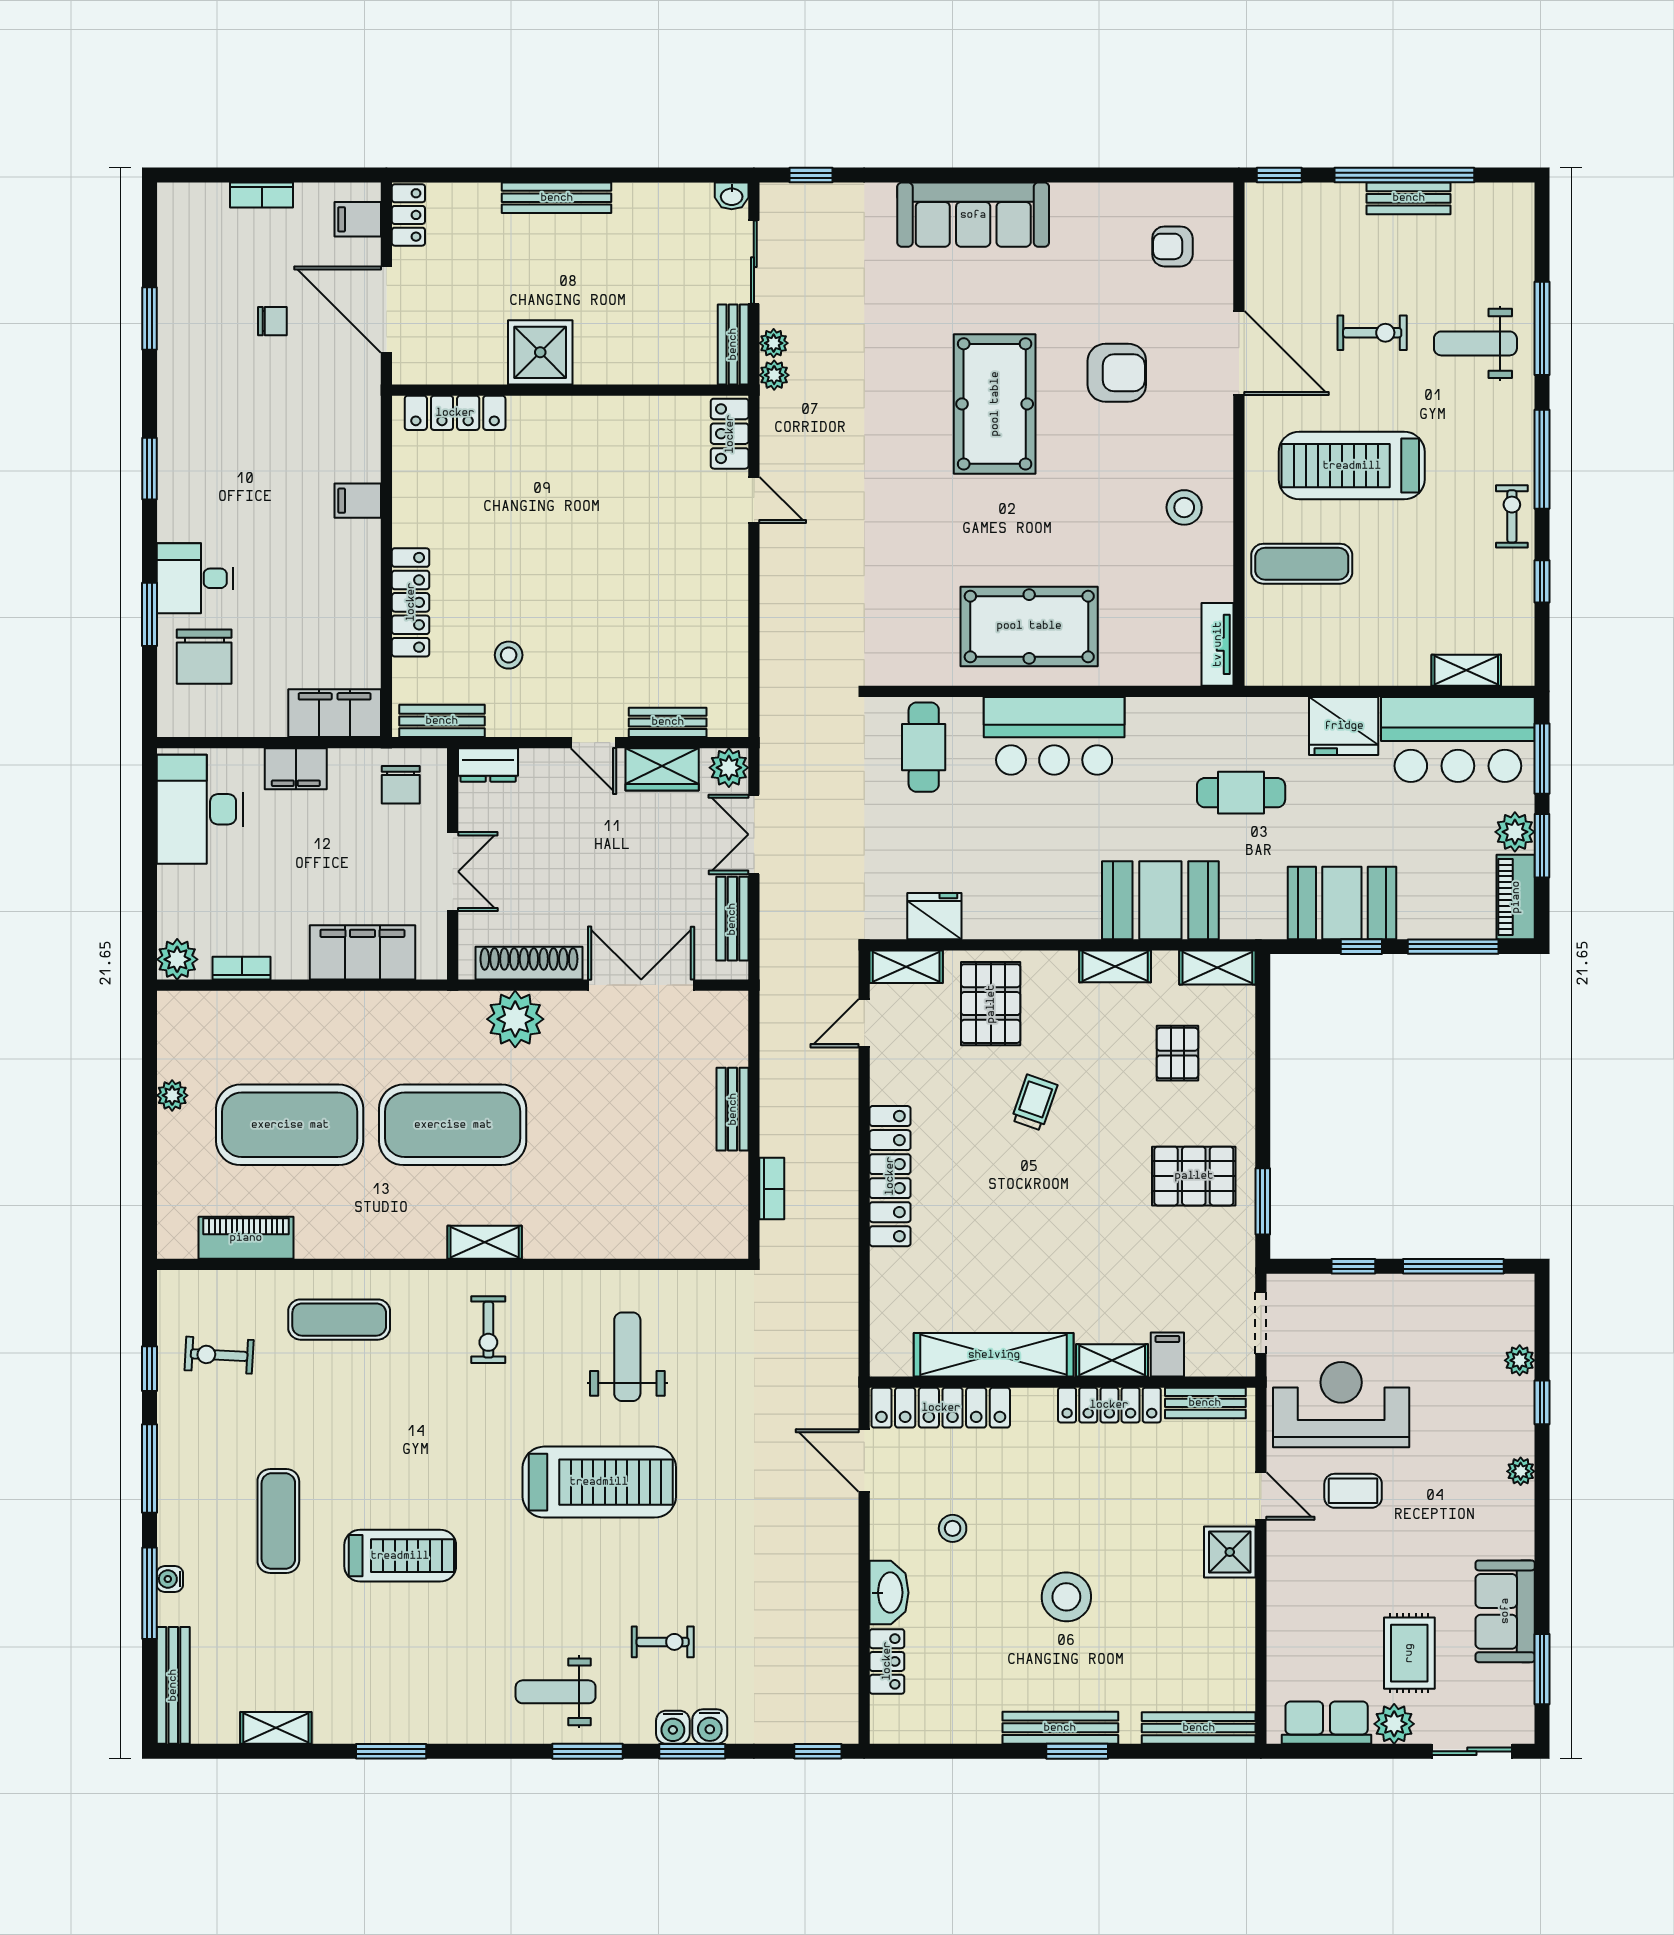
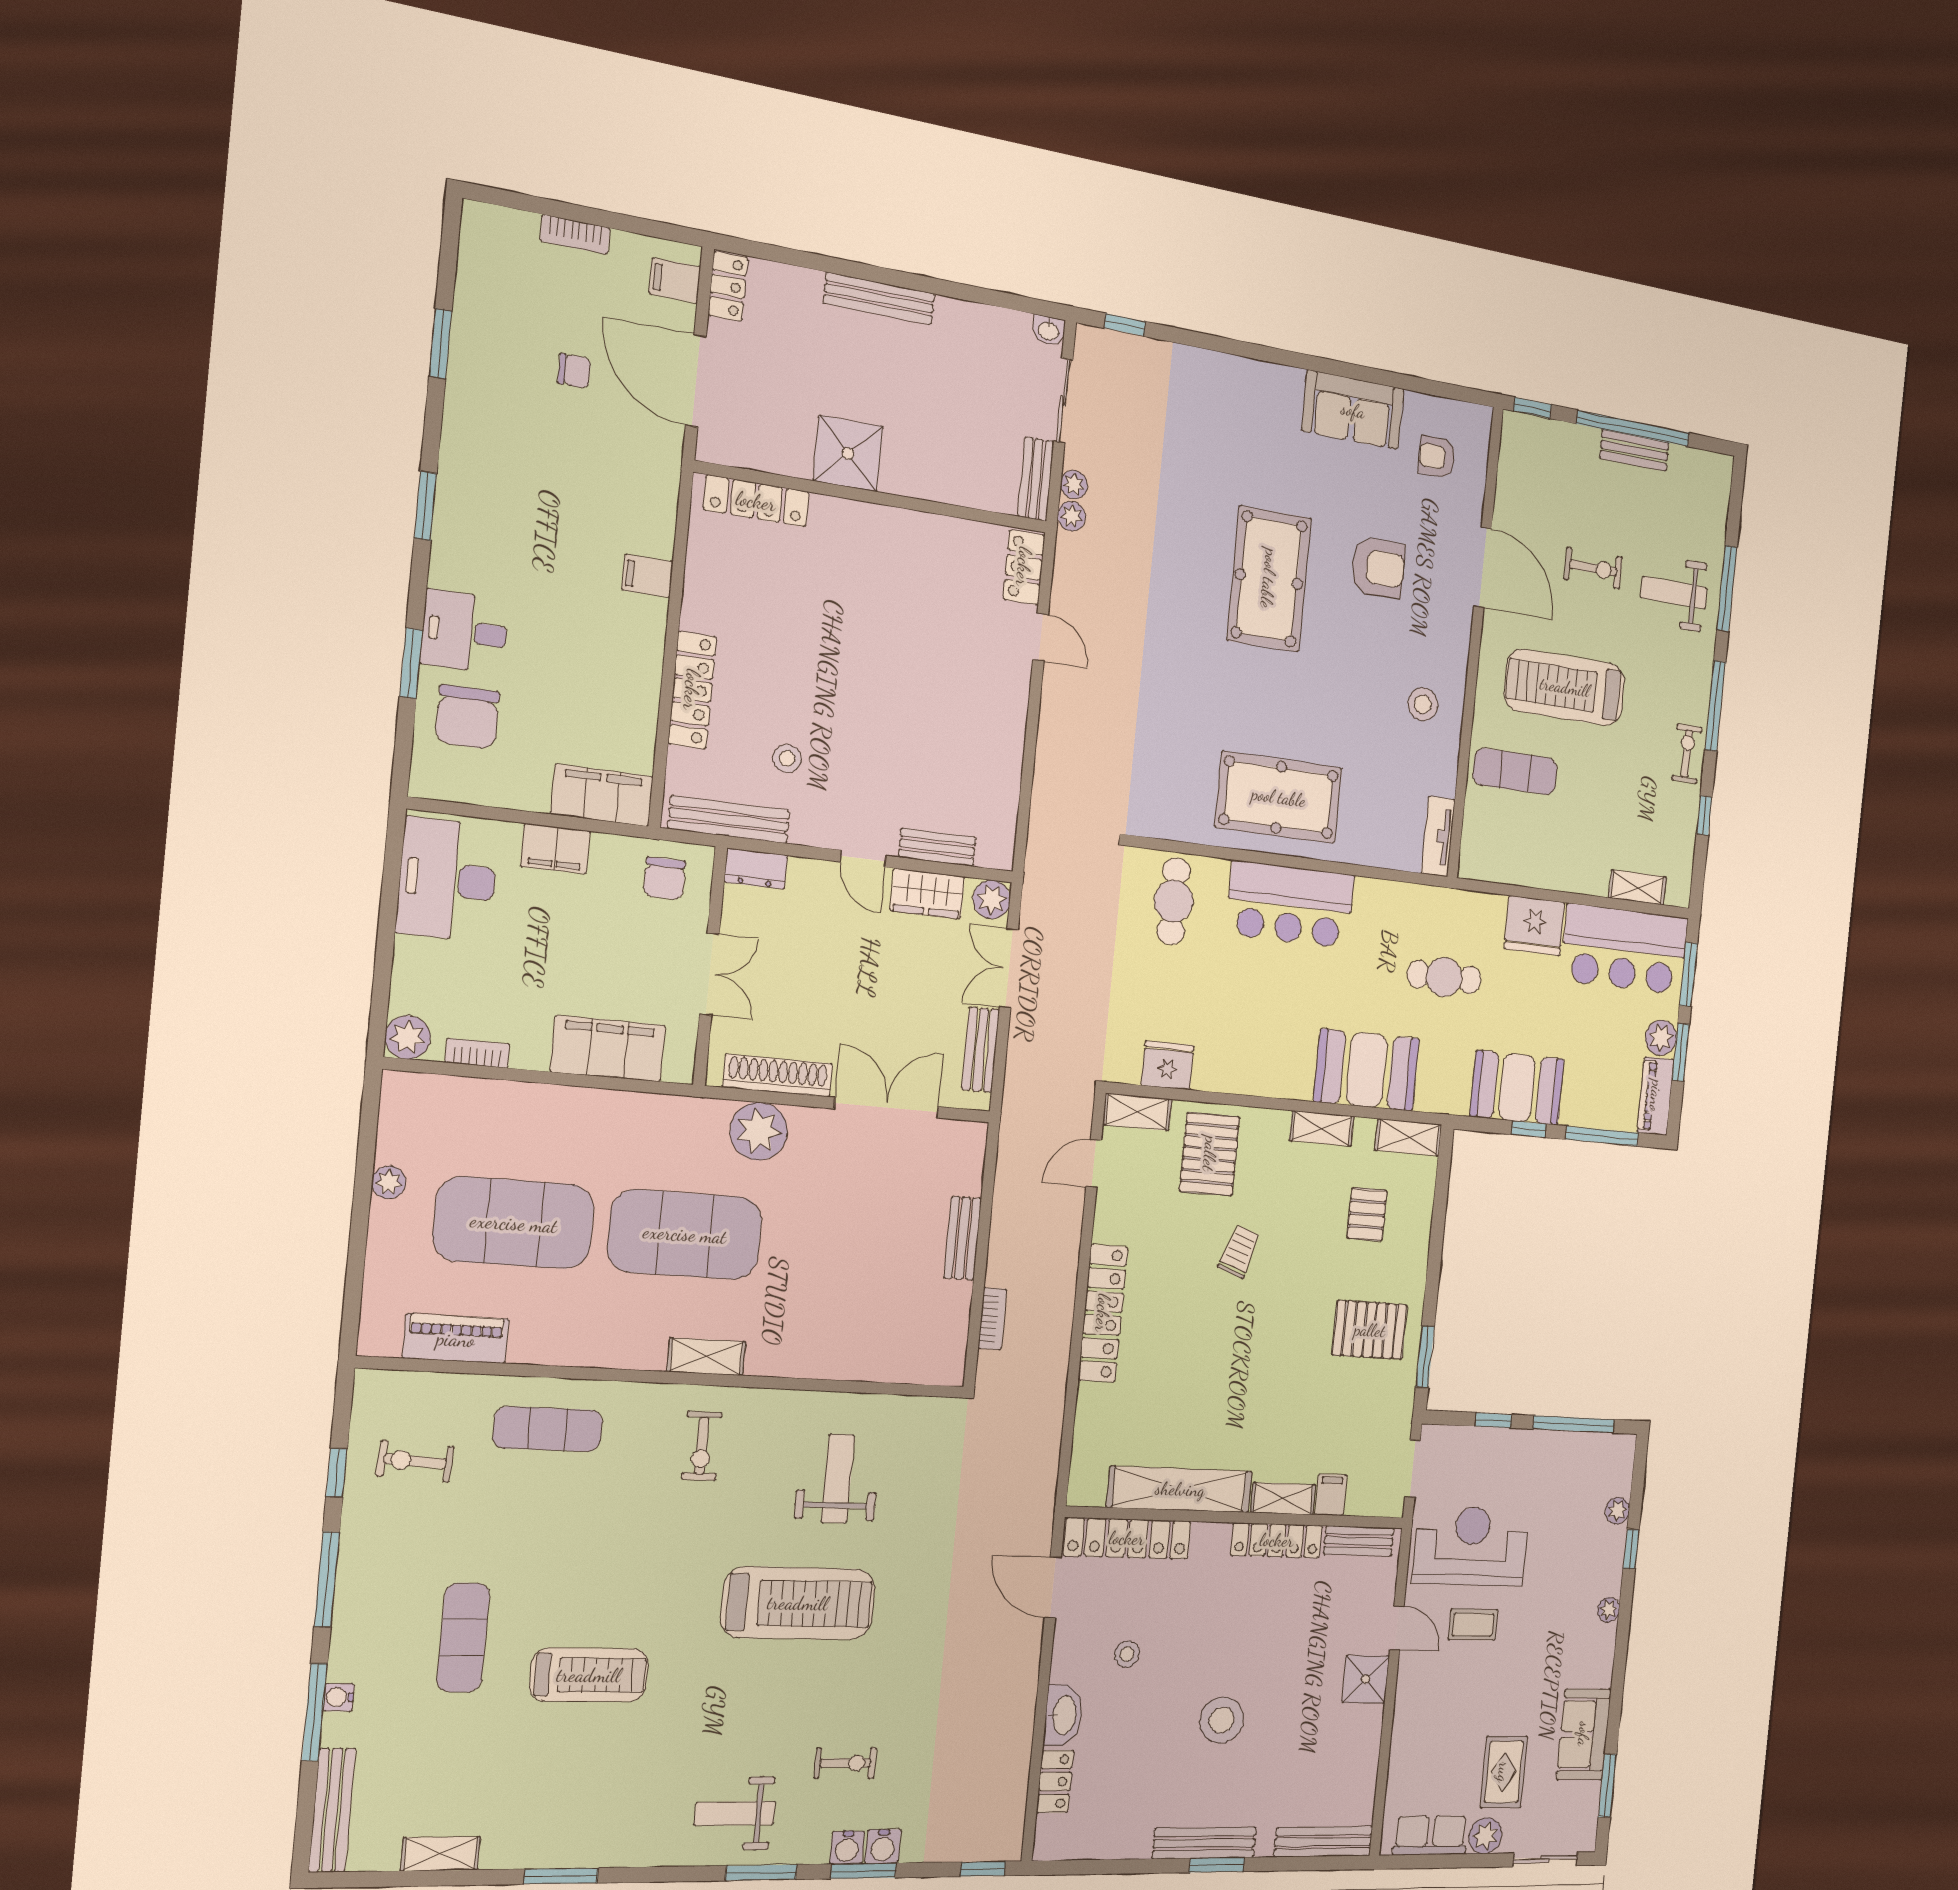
sofa: (973, 215) -> (1353, 410), moved, width x0.73
bench: (442, 721) -> (729, 819), width x1.36

